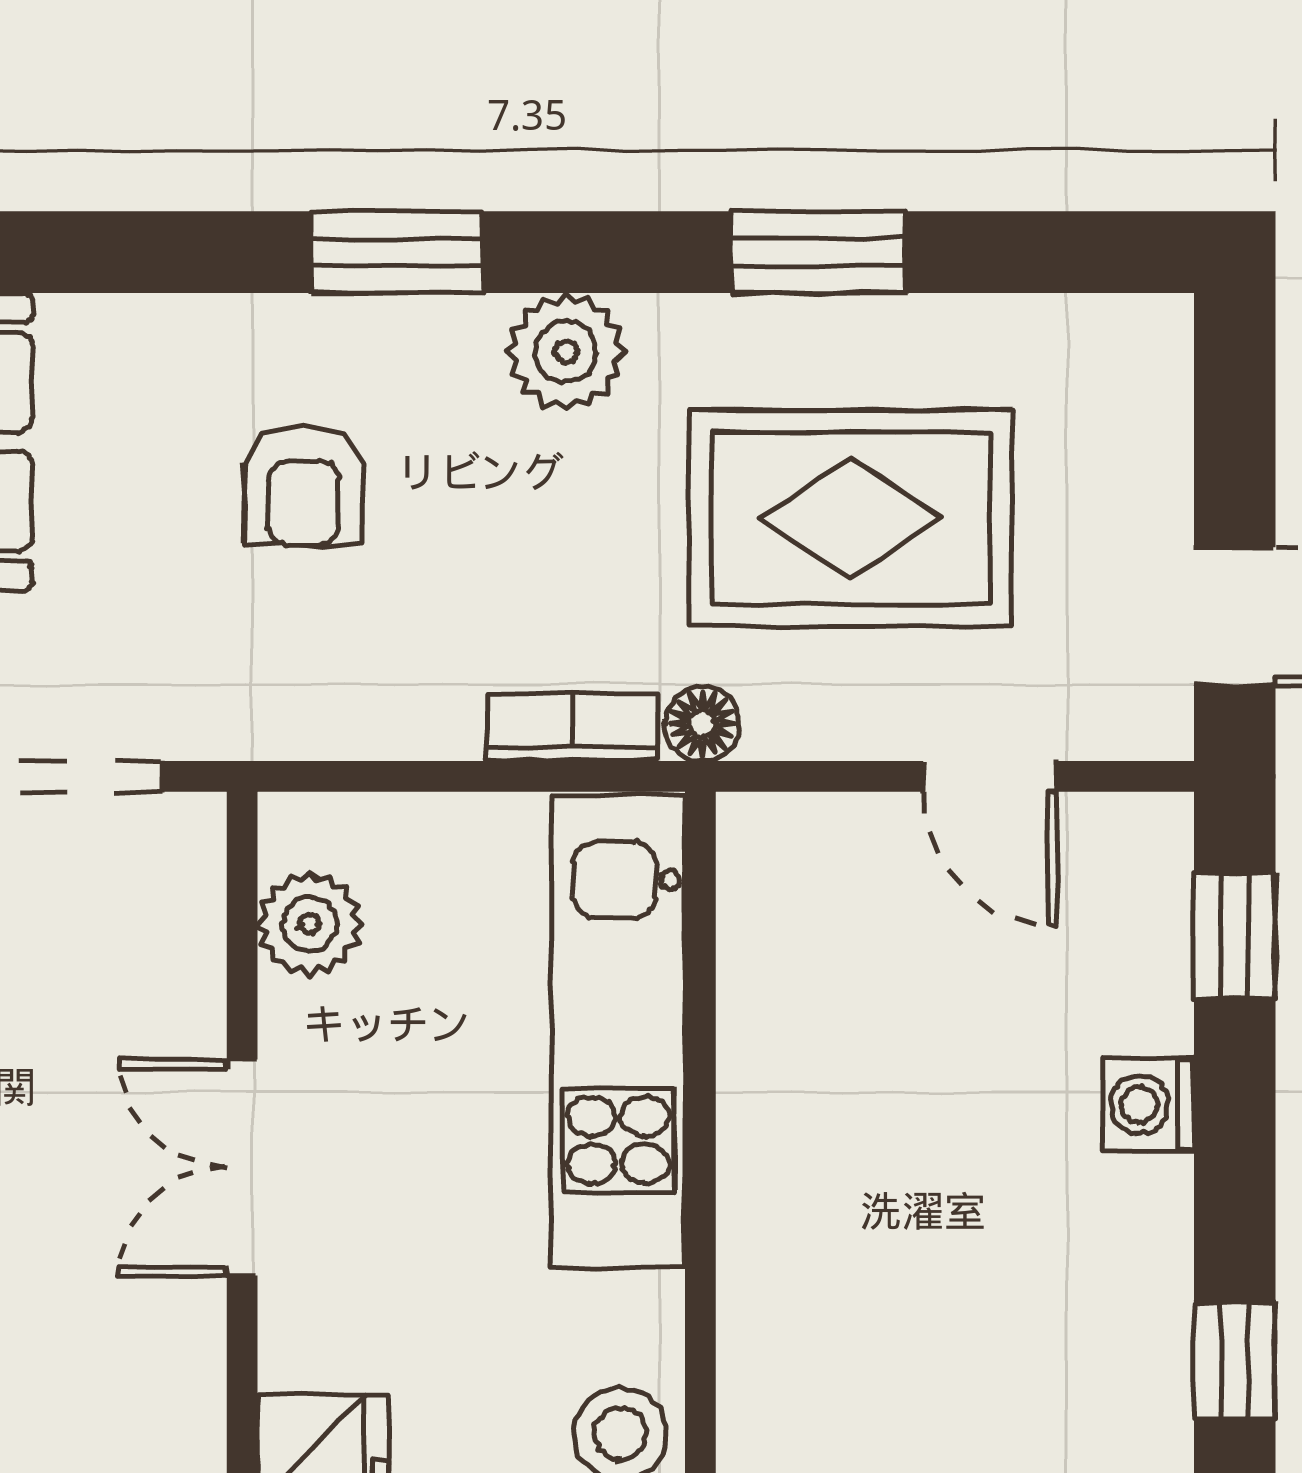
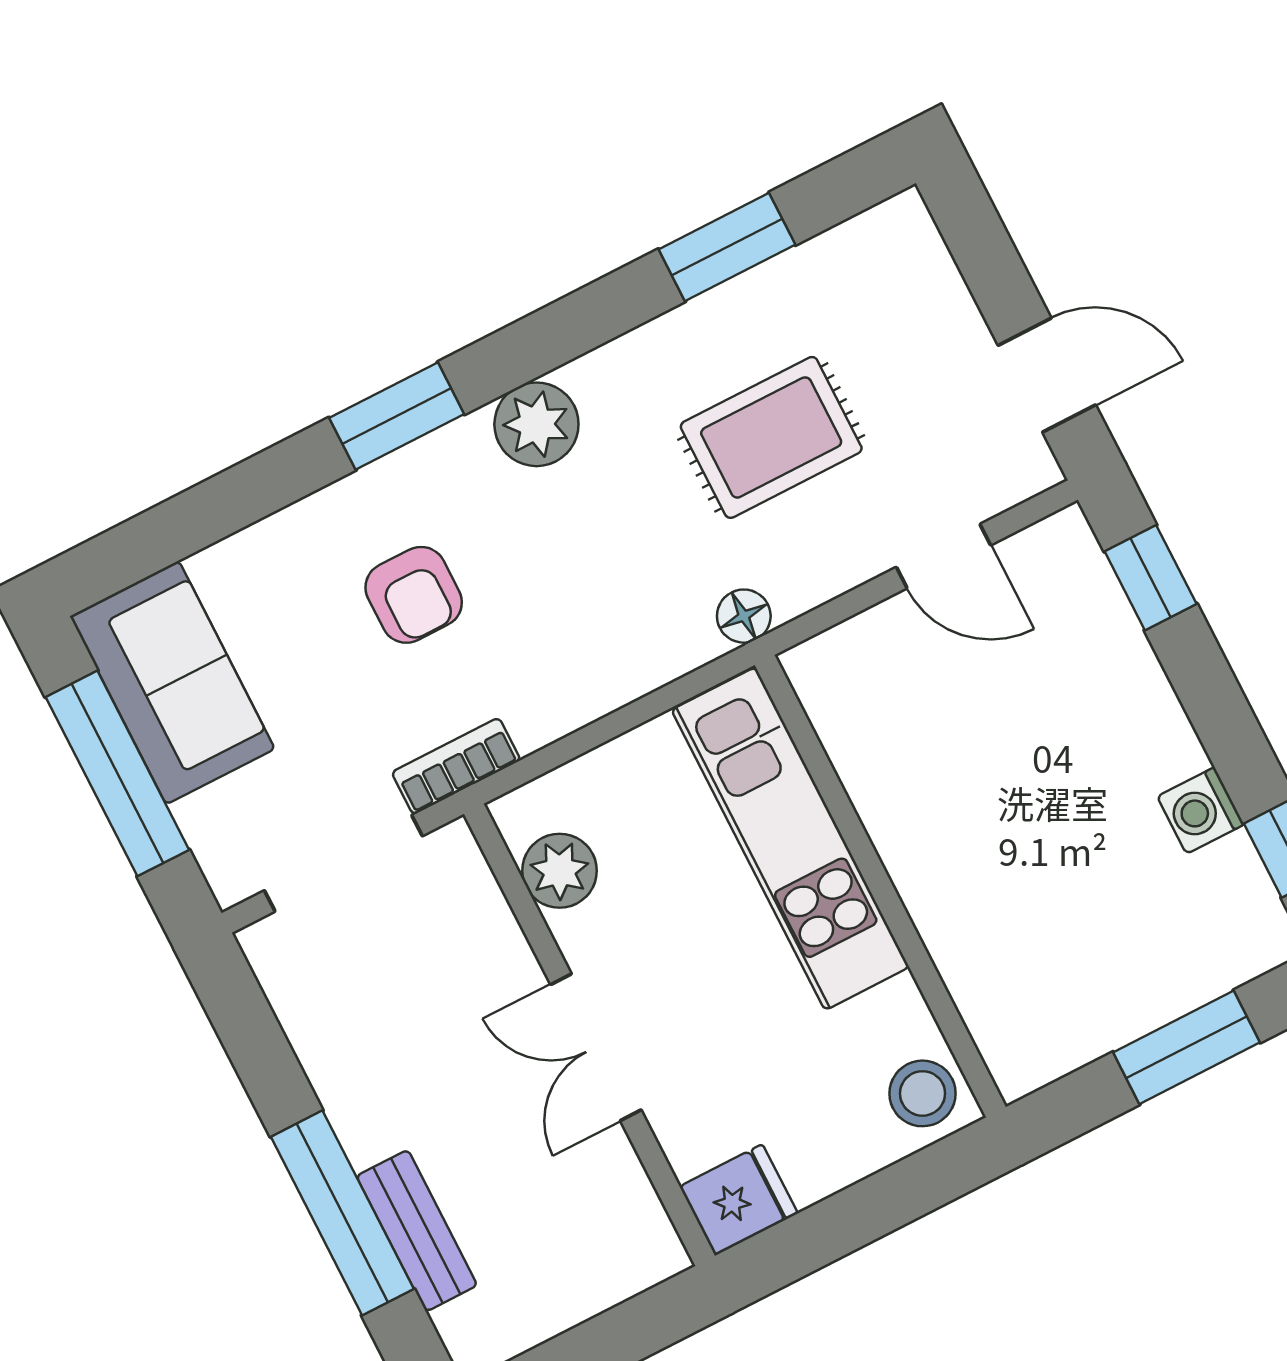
window: (819, 252) -> (727, 247), moved
rug: (851, 518) -> (771, 437), width x0.73, depth x0.70
bookcase: (572, 727) -> (456, 766), moved
washing machine: (1148, 1105) -> (1201, 811), moved

